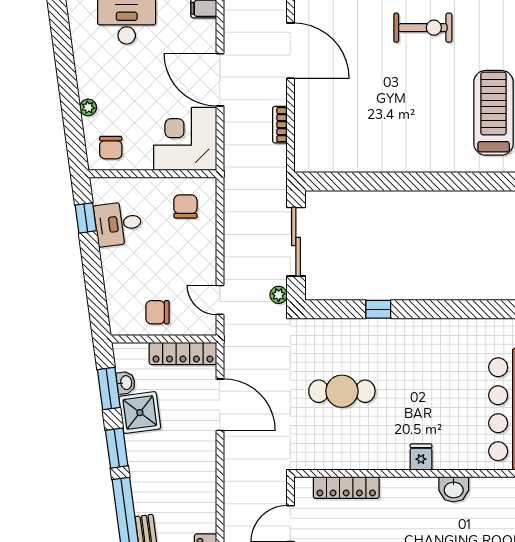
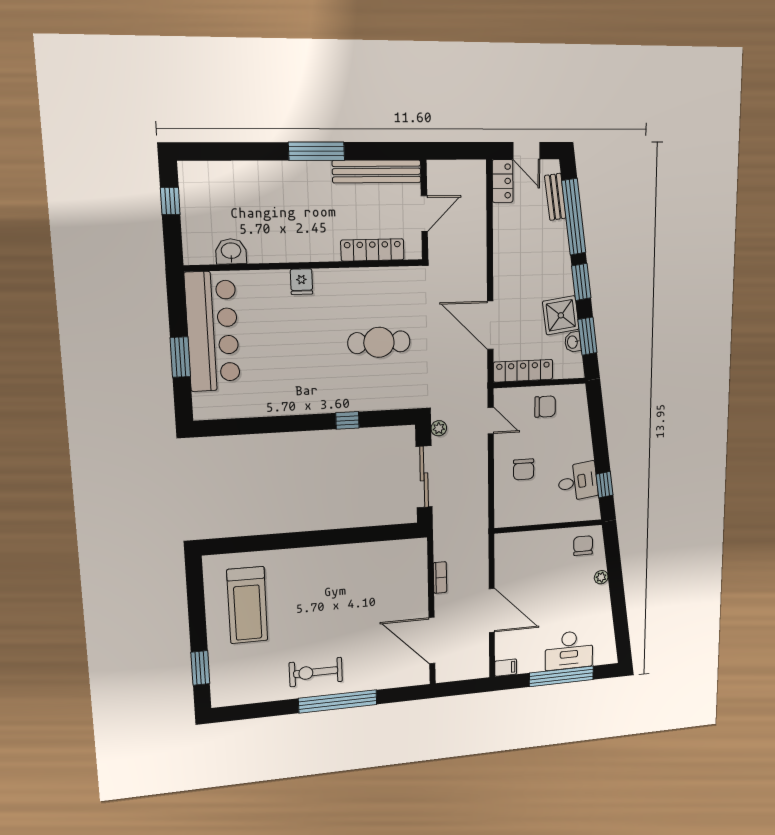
corner desk: (185, 139) -> (521, 558), removed
chair: (185, 206) -> (524, 469), moved
washbasin: (454, 489) -> (231, 251), moved

